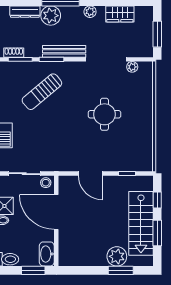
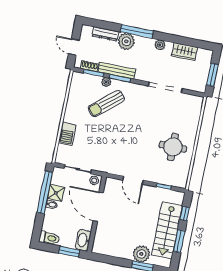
bench: (64, 51) -> (117, 71), moved
plant: (132, 67) -> (106, 82), moved
round table: (104, 114) -> (173, 147), moved

